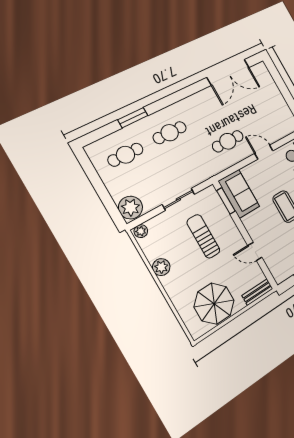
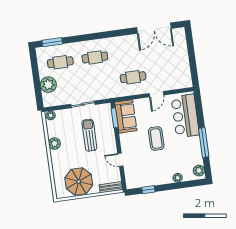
window: (133, 118) -> (52, 42), moved
door: (264, 152) -> (156, 94), swing flipped
plant: (130, 208) -> (48, 85), moved

